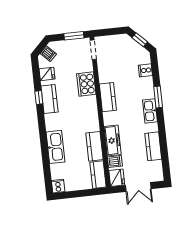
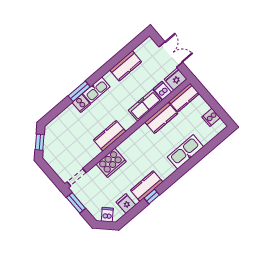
cooker: (145, 70) -> (81, 103), moved
cooker: (58, 186) -> (211, 117), moved

